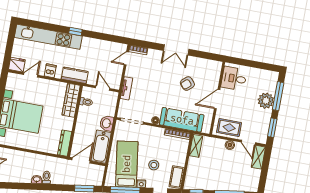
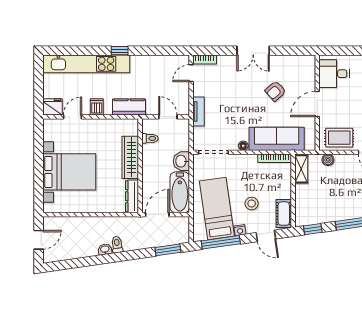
wardrobe: (71, 100) -> (130, 157), moved
boiler: (230, 145) -> (328, 160), moved

